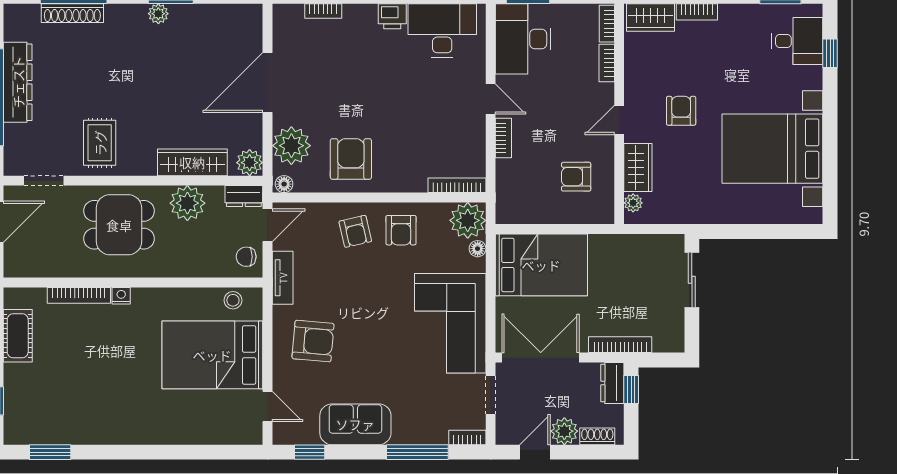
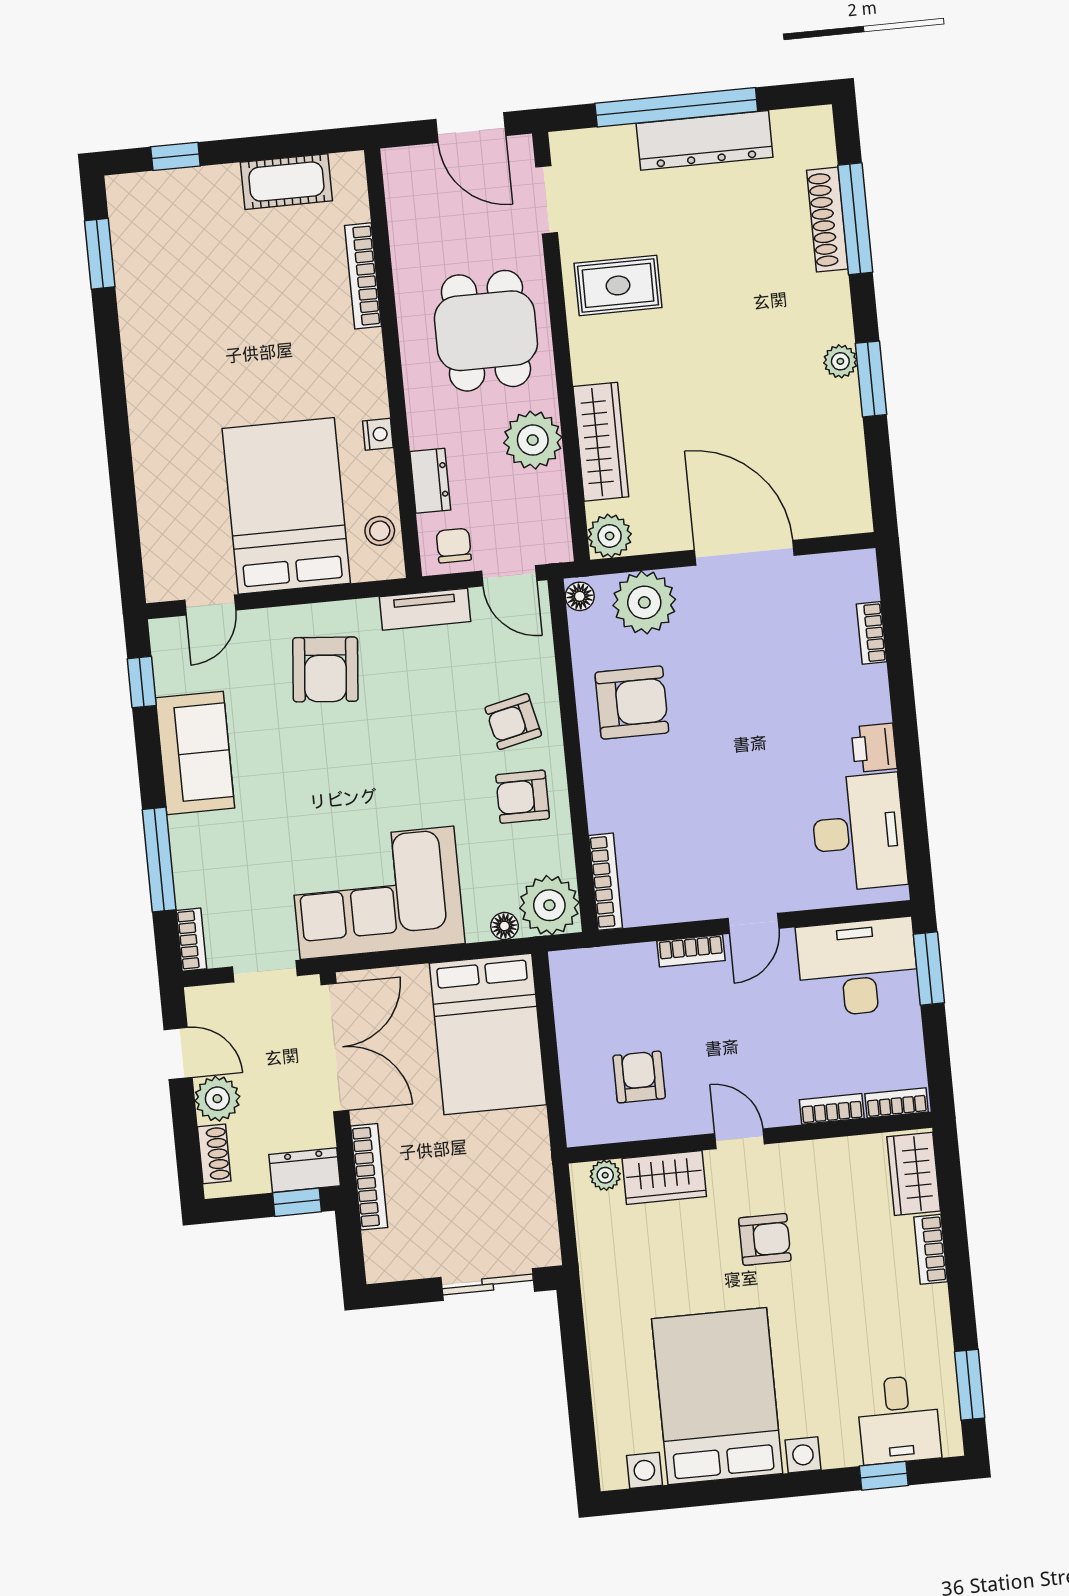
dresser: (244, 196) -> (430, 481), moved, turned 180
nightstand: (121, 296) -> (378, 434), moved

